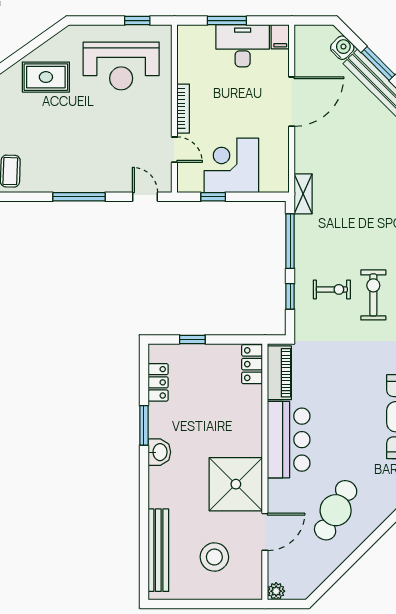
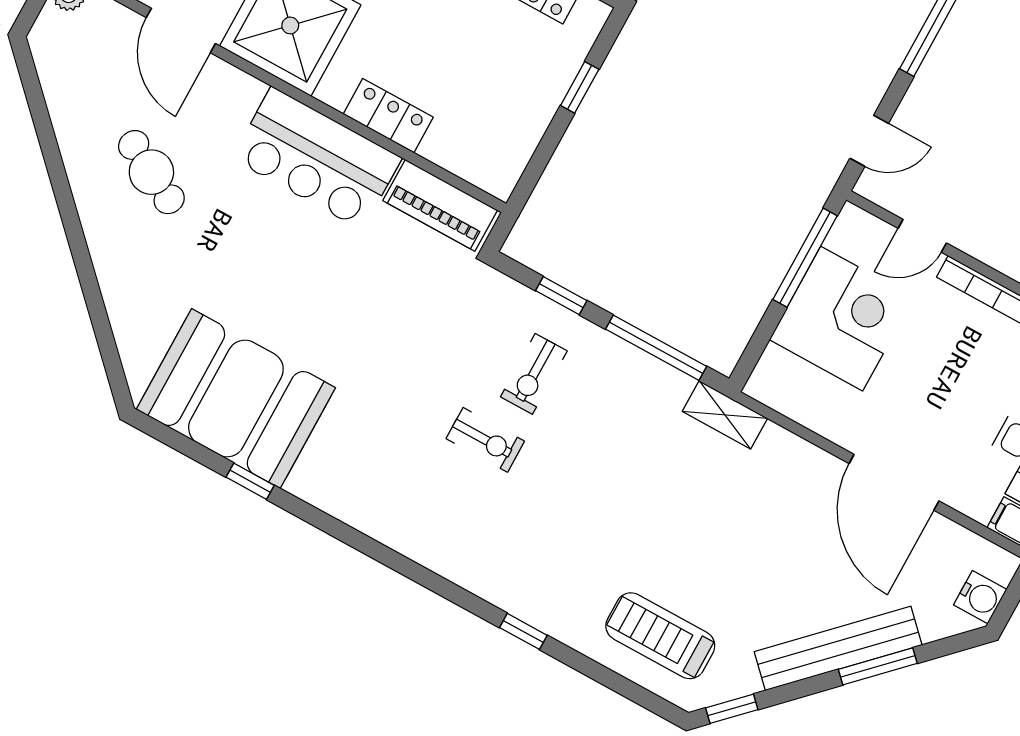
water cooler: (342, 48) -> (980, 597), moved, turned -45
window: (213, 197) -> (805, 258), width x2.17
exercise bike: (373, 295) -> (485, 440), width x0.73, depth x0.72
locker: (252, 364) -> (388, 116), moved
cafe table: (336, 510) -> (151, 172), width x0.73, depth x0.74

